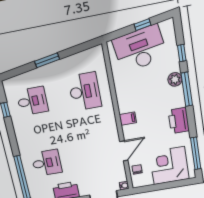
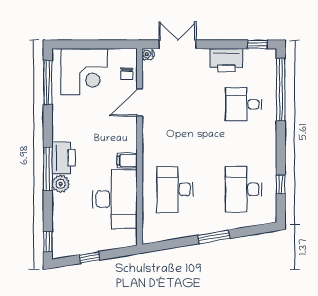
desk: (140, 49) -> (115, 199), moved, turned -81
window: (182, 53) -> (48, 242), moved
desk: (32, 101) -> (244, 189), width x1.37
filing cabinet: (128, 119) -> (127, 161), moved
printer: (179, 121) -> (63, 158), moved

